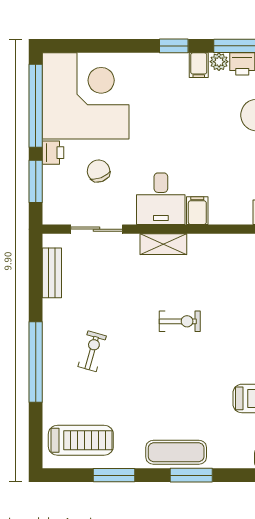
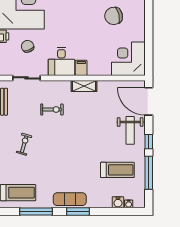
shelving: (163, 244) -> (84, 86), moved
exercise bike: (180, 321) -> (52, 109), moved
window: (114, 475) -> (36, 212), width x1.44

